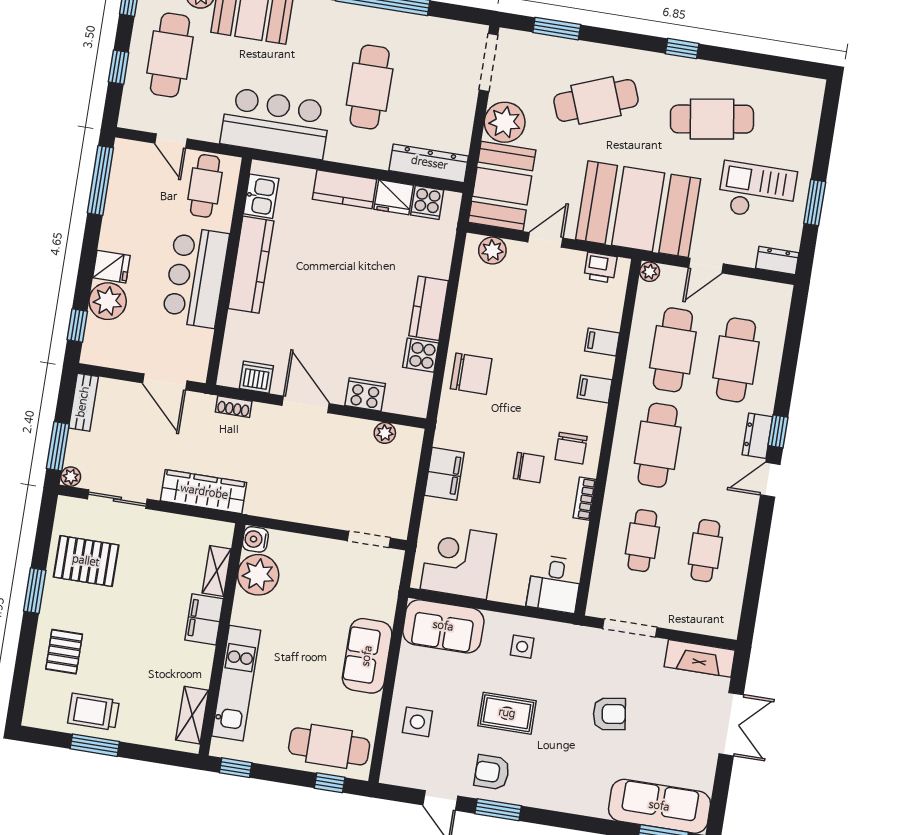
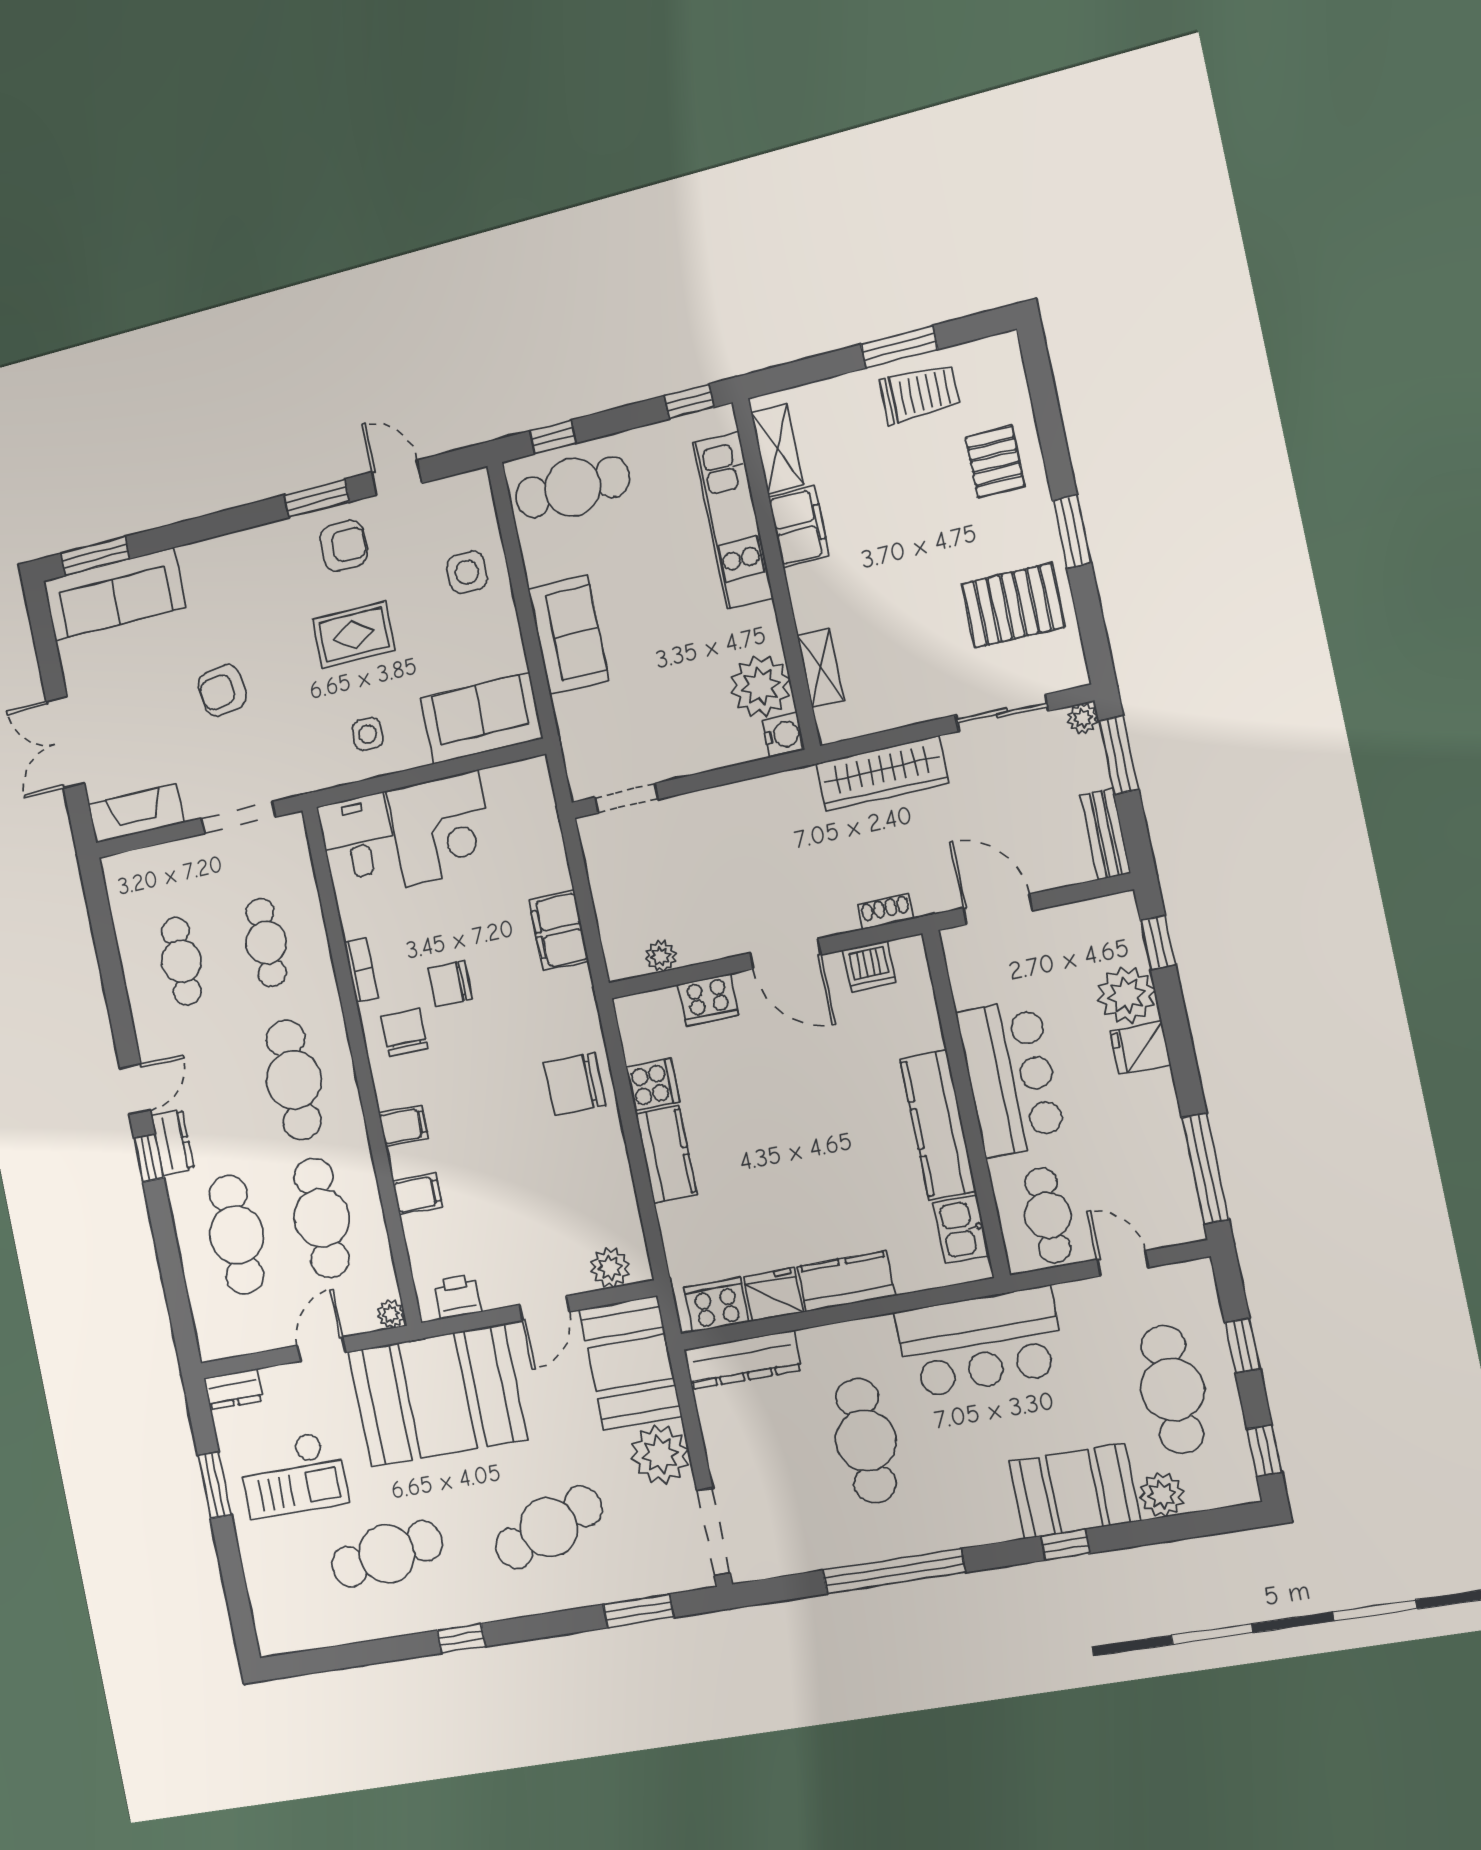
cooker: (427, 203) -> (717, 1305), width x1.36
corner desk: (458, 562) -> (442, 828), moved
filing cabinet: (204, 619) -> (799, 527), moved

